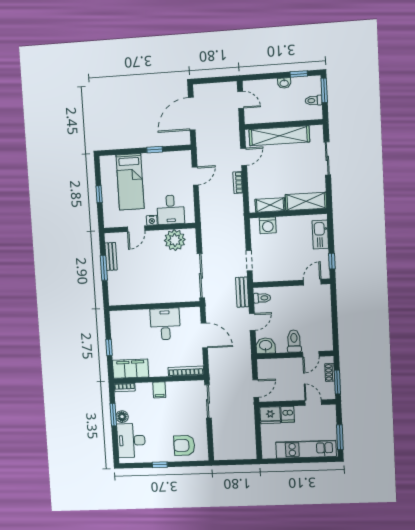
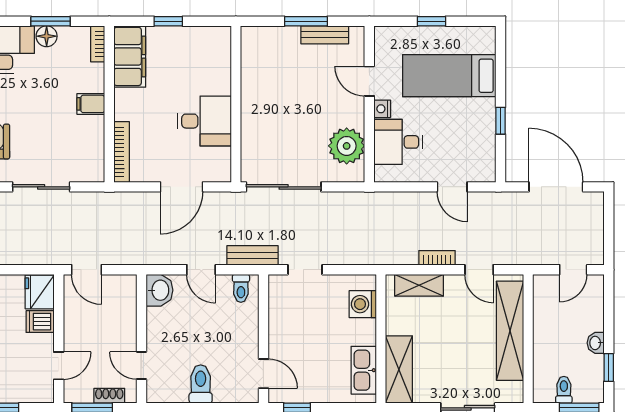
shelving: (270, 205) -> (419, 285), moved, turned 90
kitchen sink: (320, 235) -> (364, 370), moved, turned -90
toilet: (294, 341) -> (201, 384), moved, turned -90
sliding door: (208, 401) -> (41, 187), moved

